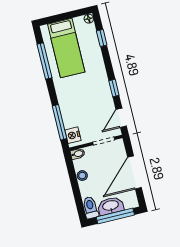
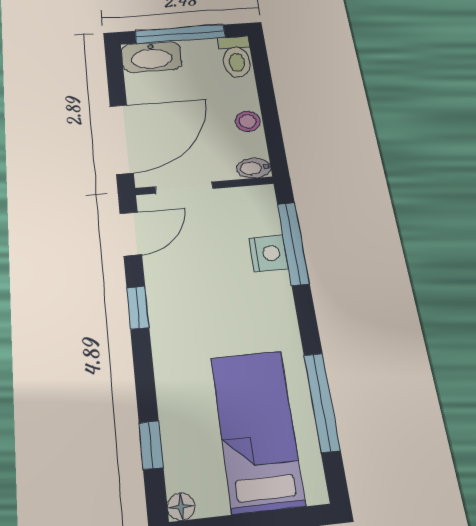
nightstand: (73, 135) -> (268, 253), moved
door: (135, 172) -> (122, 139), moved
washbasin: (111, 206) -> (152, 57), moved

